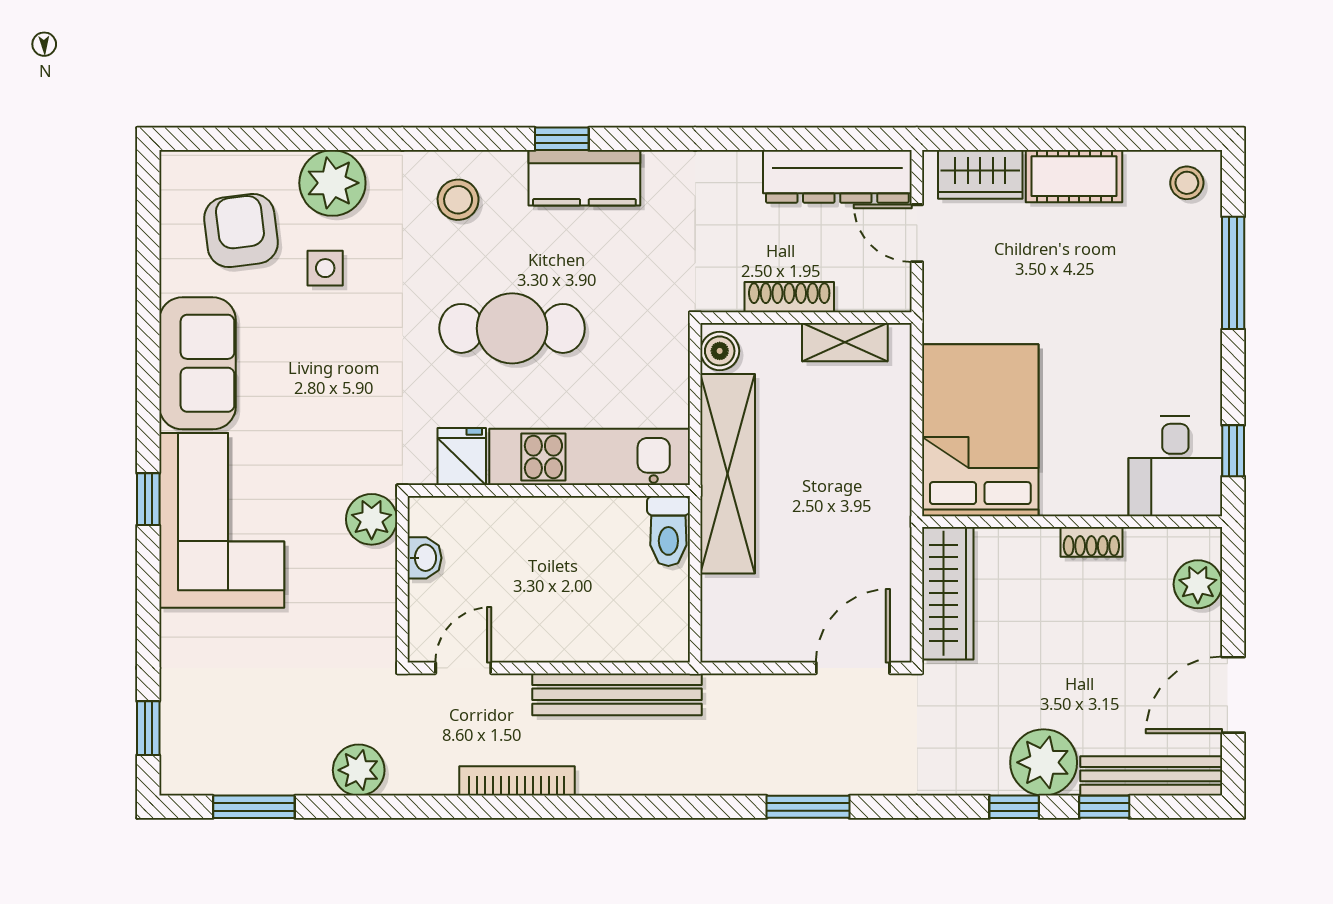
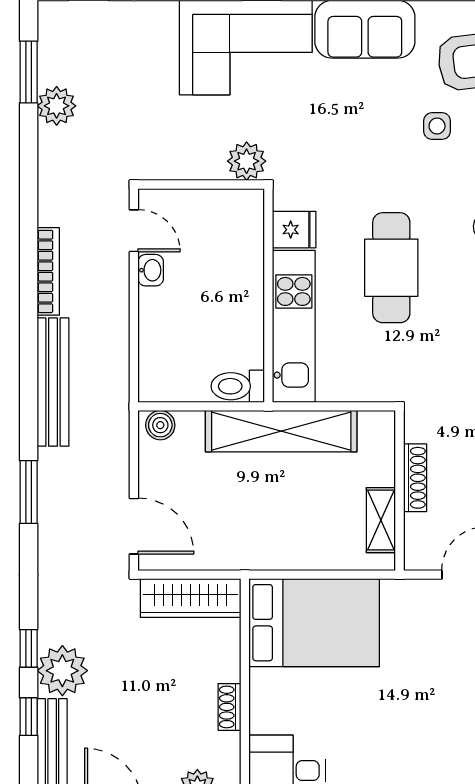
boiler: (720, 351) -> (160, 425), moved
washbasin: (424, 558) -> (151, 270), moved, turned -90
bench: (617, 694) -> (53, 382), moved
plant: (359, 770) -> (57, 106), moved

